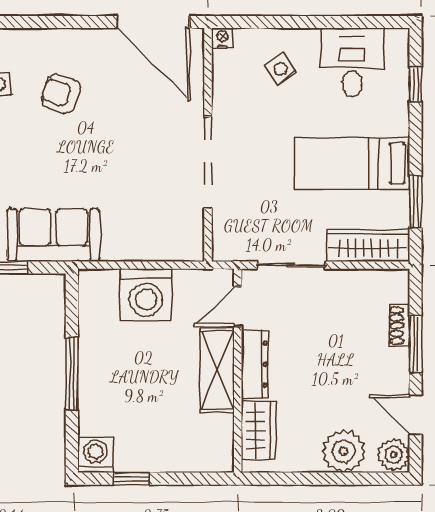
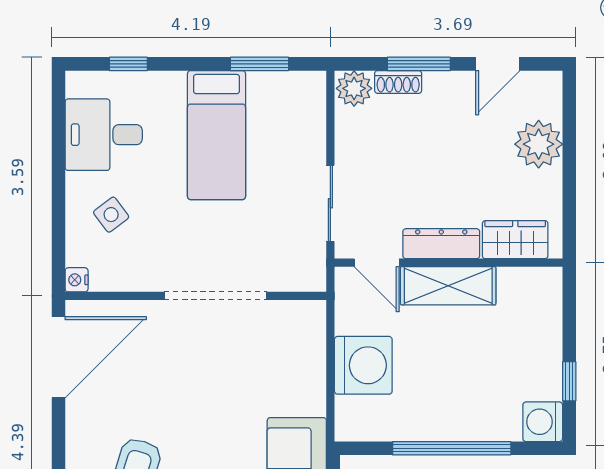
wardrobe: (368, 246) -> (308, 117), removed
window: (72, 374) -> (452, 448), width x1.46
plant: (394, 455) -> (354, 88), moved

